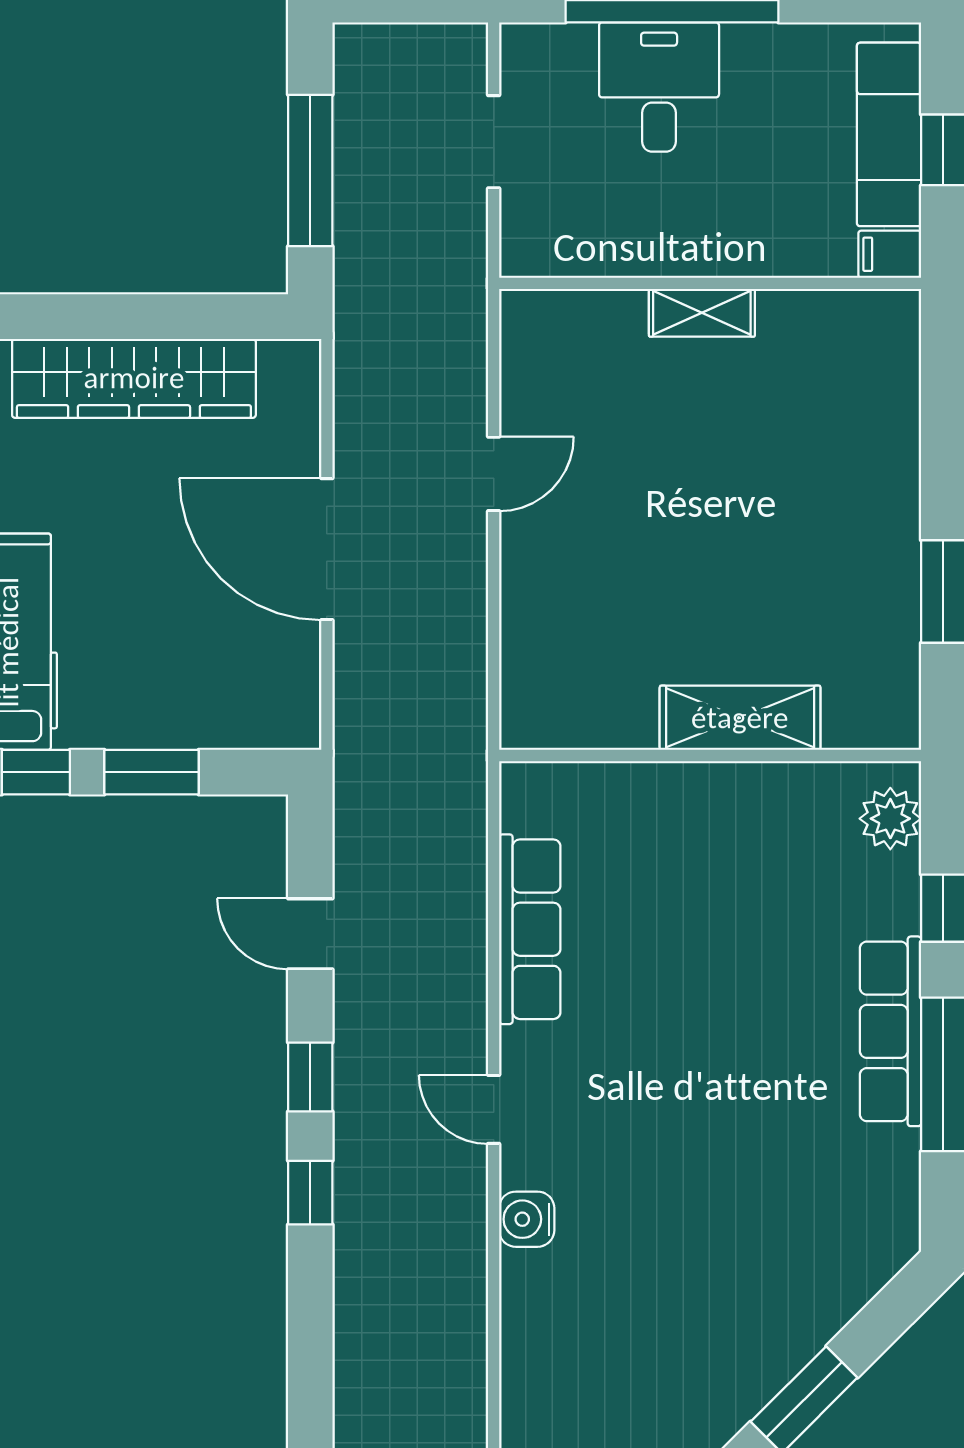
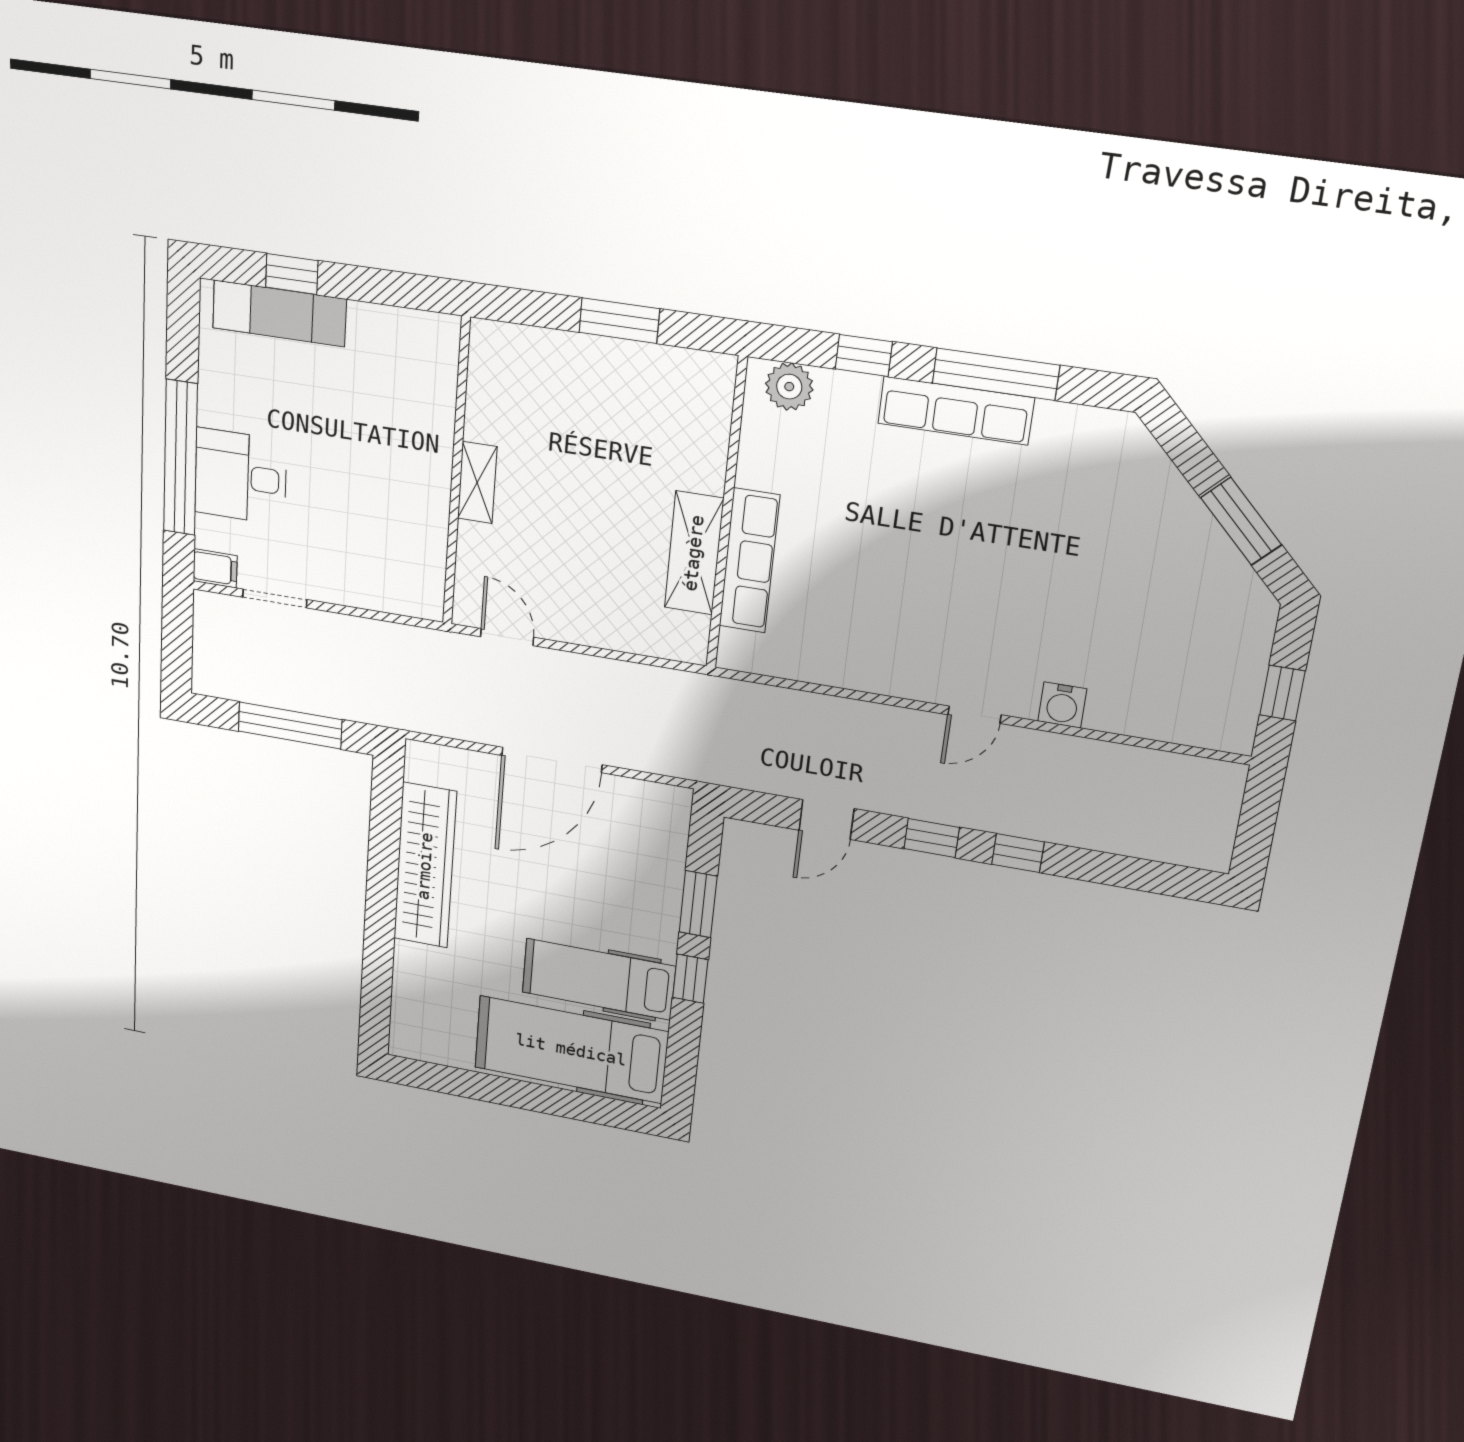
filing cabinet: (890, 254) -> (215, 568), moved, turned -90
wall: (710, 283) -> (456, 473), moved
shelving: (702, 313) -> (477, 483), moved
shelving: (740, 718) -> (694, 553), moved
row of seats: (530, 929) -> (749, 561), moved, turned 90

